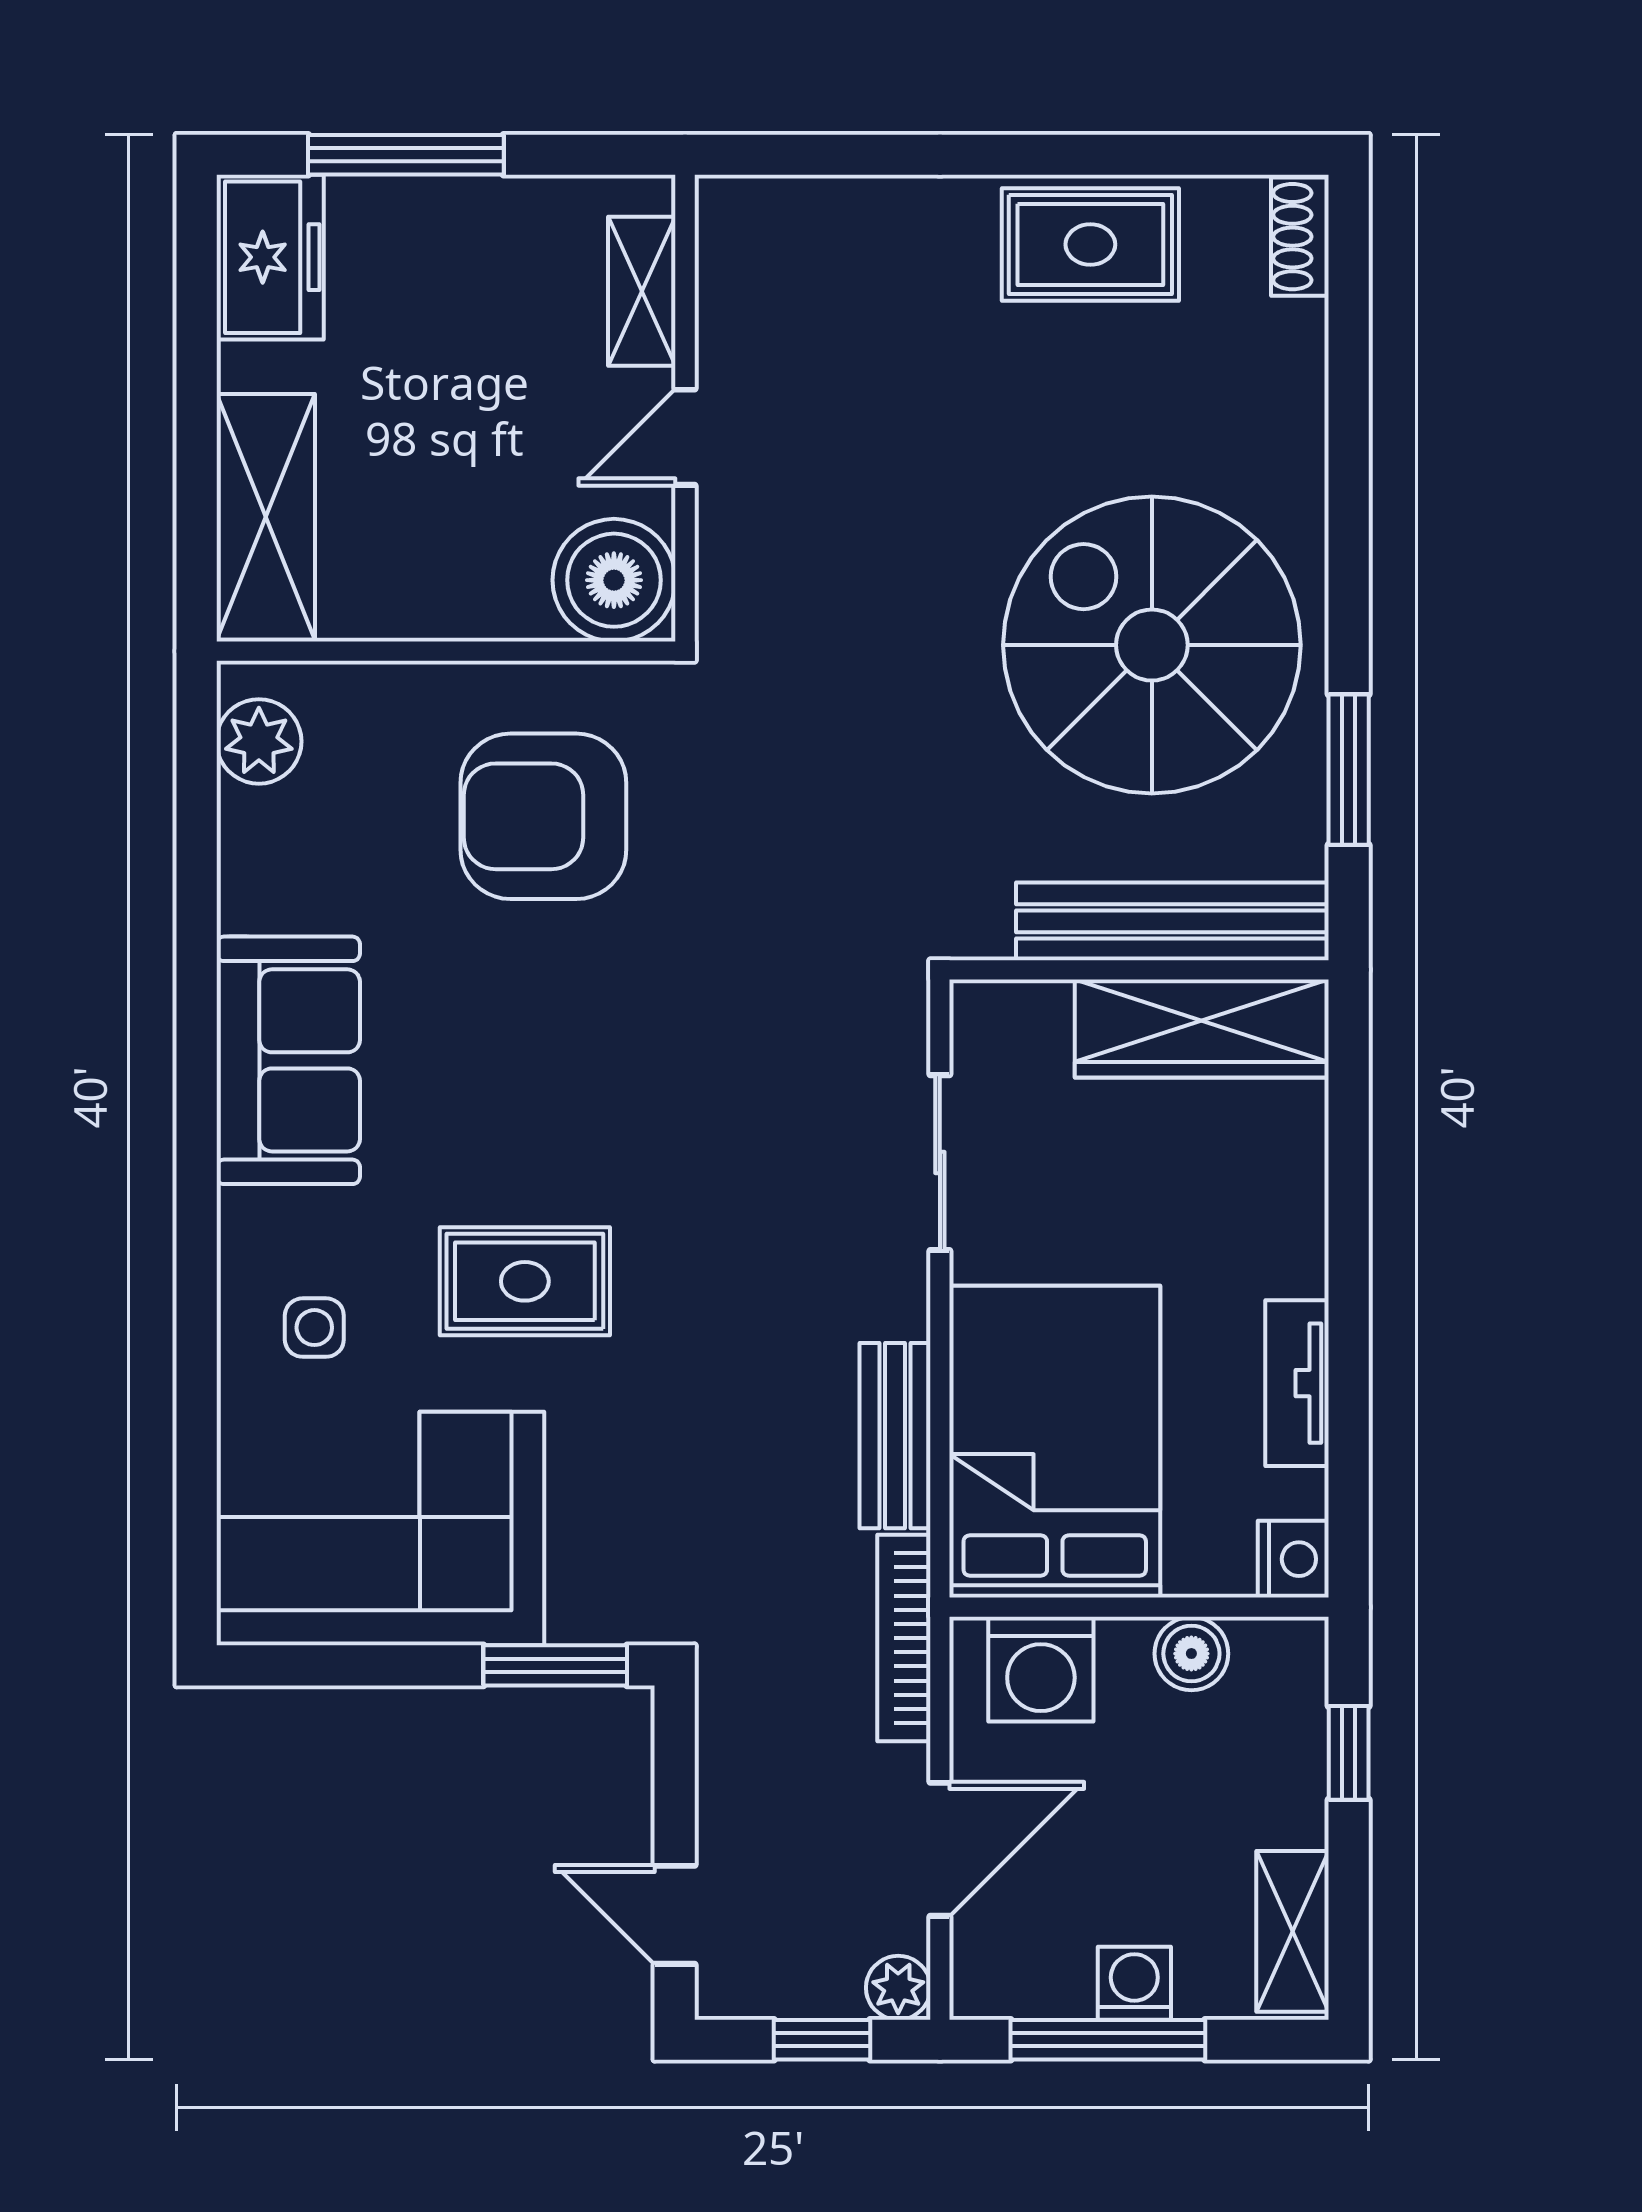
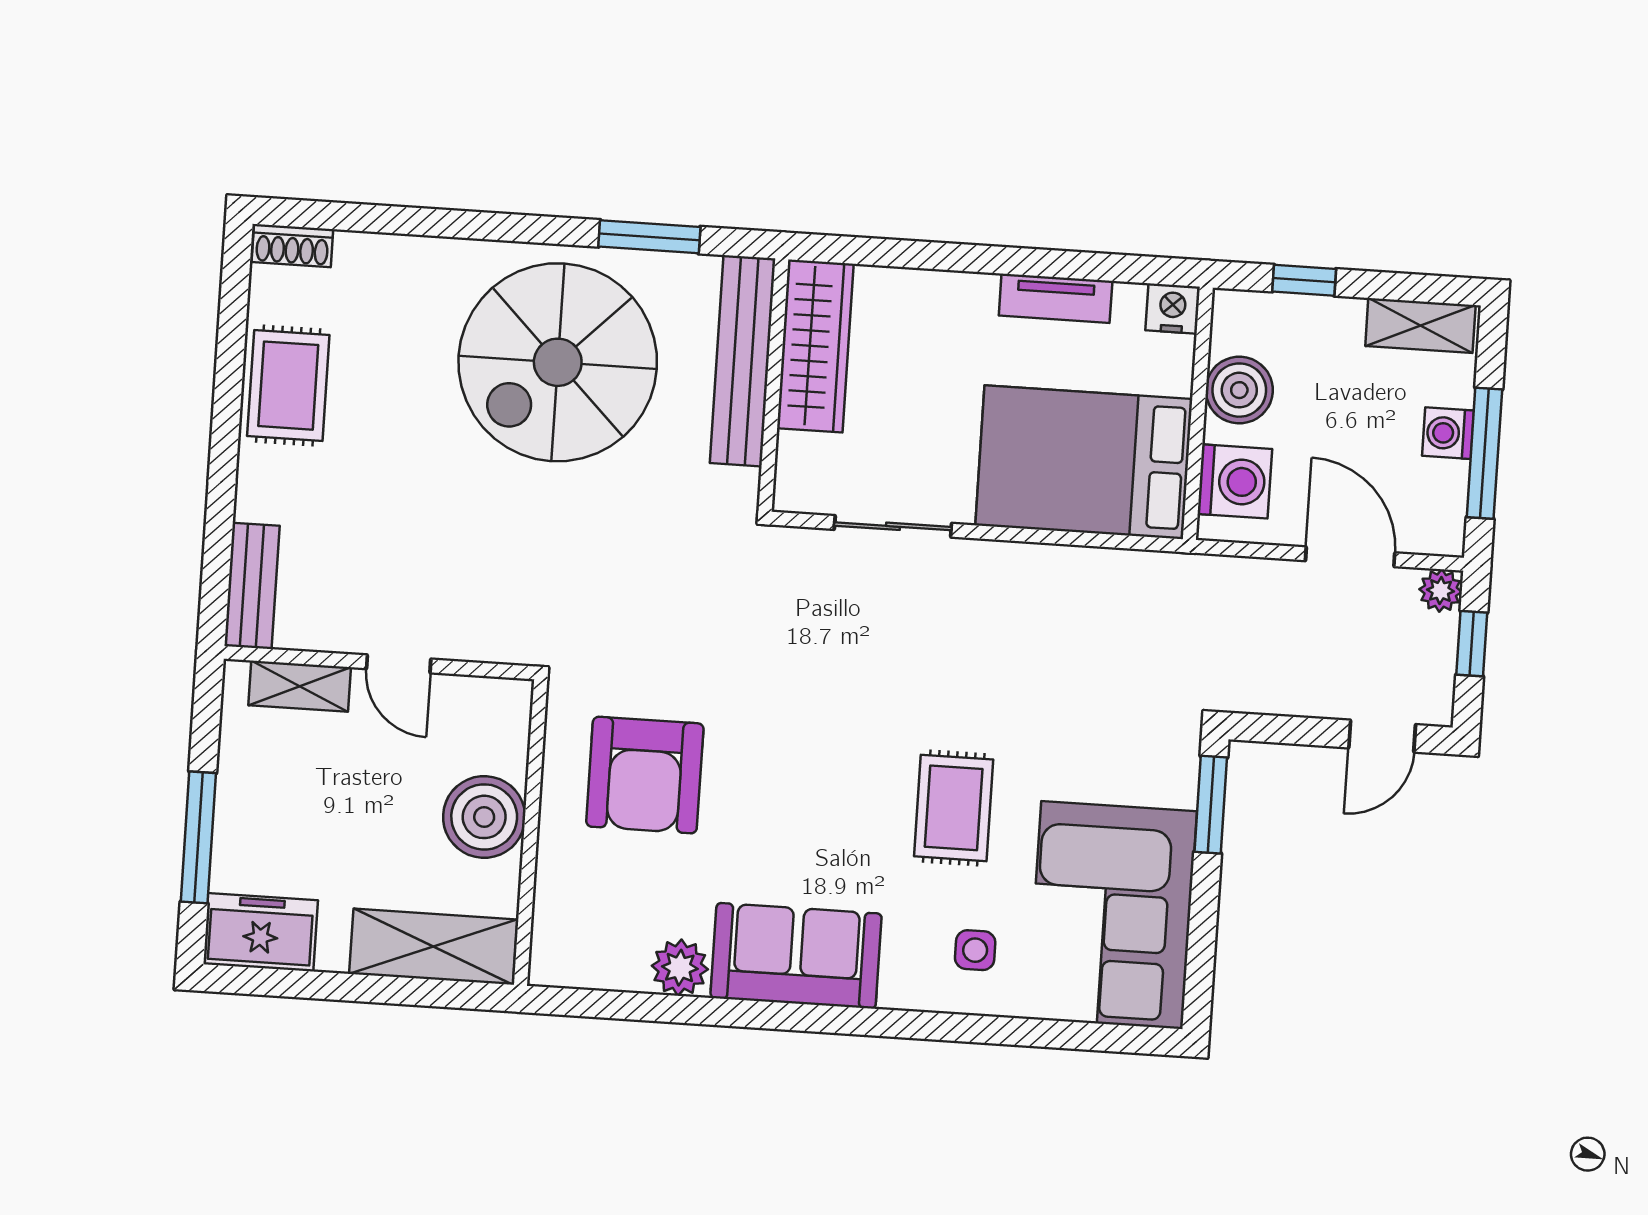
boiler: (614, 580) -> (484, 817), moved
plant: (259, 741) -> (680, 968), moved
bench: (895, 1436) -> (252, 586), moved, turned 90
bookcase: (904, 1638) -> (1208, 571), removed
boiler: (1191, 1654) -> (1239, 390), width x1.36, depth x1.36

